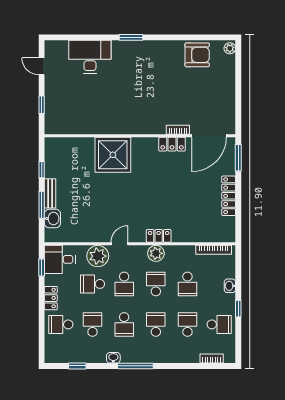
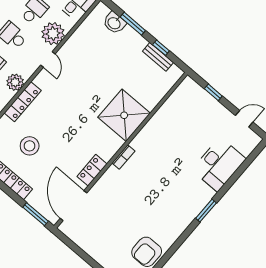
bookcase: (178, 130) -> (123, 157), moved
bench: (50, 193) -> (158, 57), moved
stool: (193, 204) -> (30, 146), added
locker: (159, 236) -> (23, 102), width x1.53

